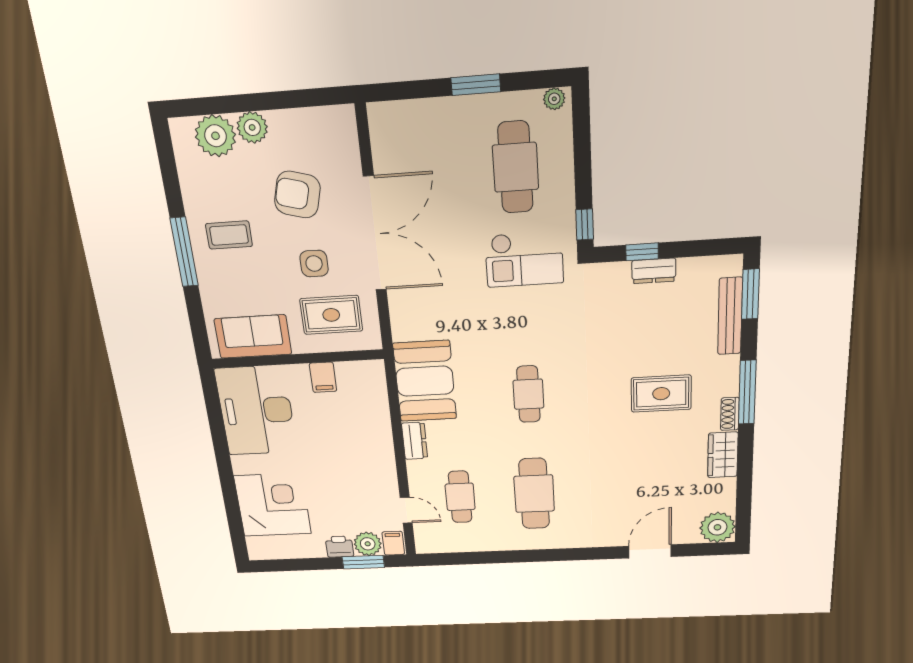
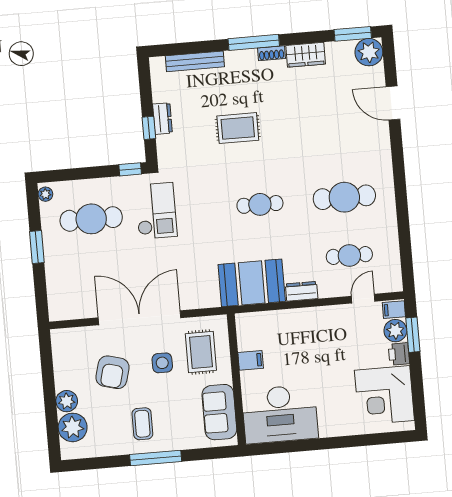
window: (750, 294) -> (353, 34), moved
rug: (661, 394) -> (238, 128), moved, turned 90
corner desk: (273, 505) -> (384, 395), moved, turned -90

